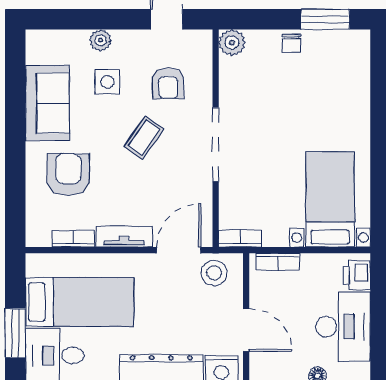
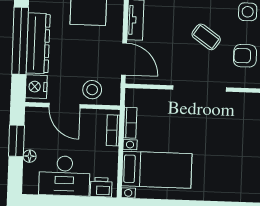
bookcase: (240, 239) -> (130, 123), moved
stool: (214, 273) -> (92, 90), moved
door: (246, 330) -> (64, 106), hinge flipped

